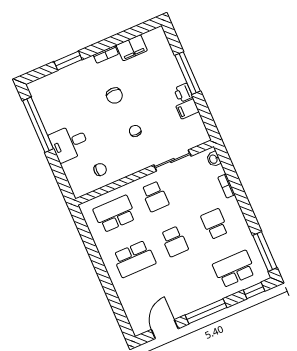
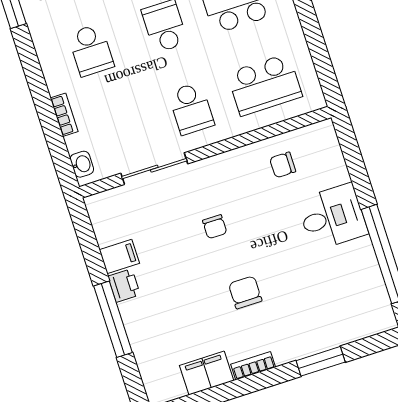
school desk: (155, 196) -> (191, 109), turned 180

